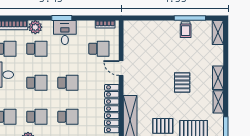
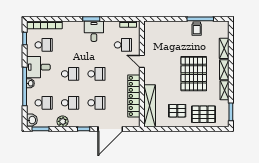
plant: (35, 27) -> (69, 27), removed
shelving: (218, 33) -> (224, 48), moved
school desk: (37, 49) -> (70, 45), removed
pallet: (182, 82) -> (194, 74), width x2.05, depth x2.00

